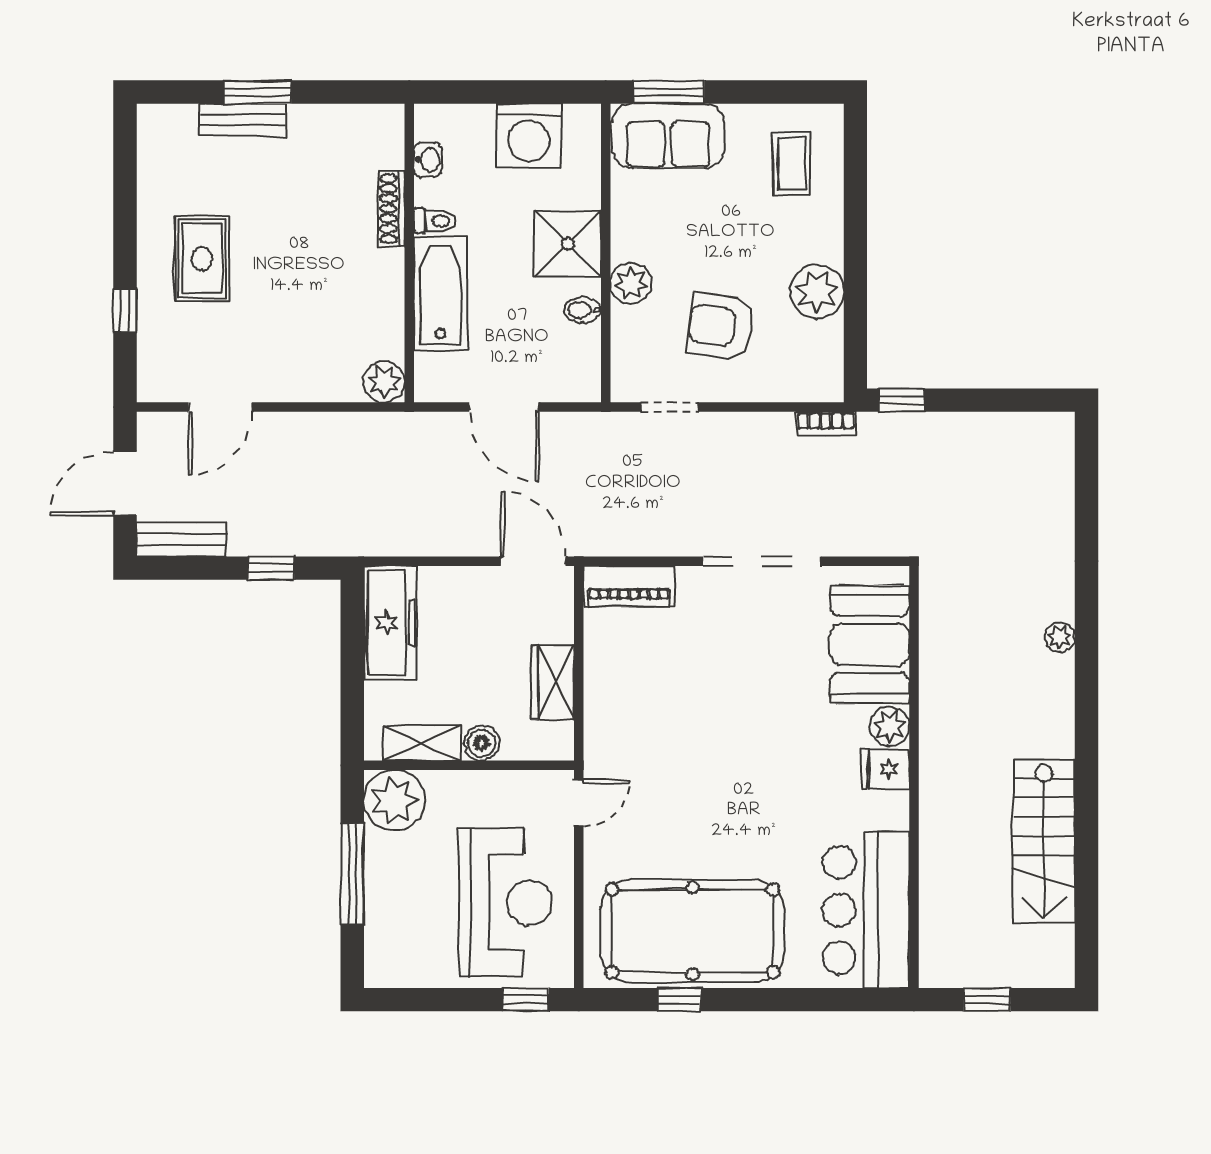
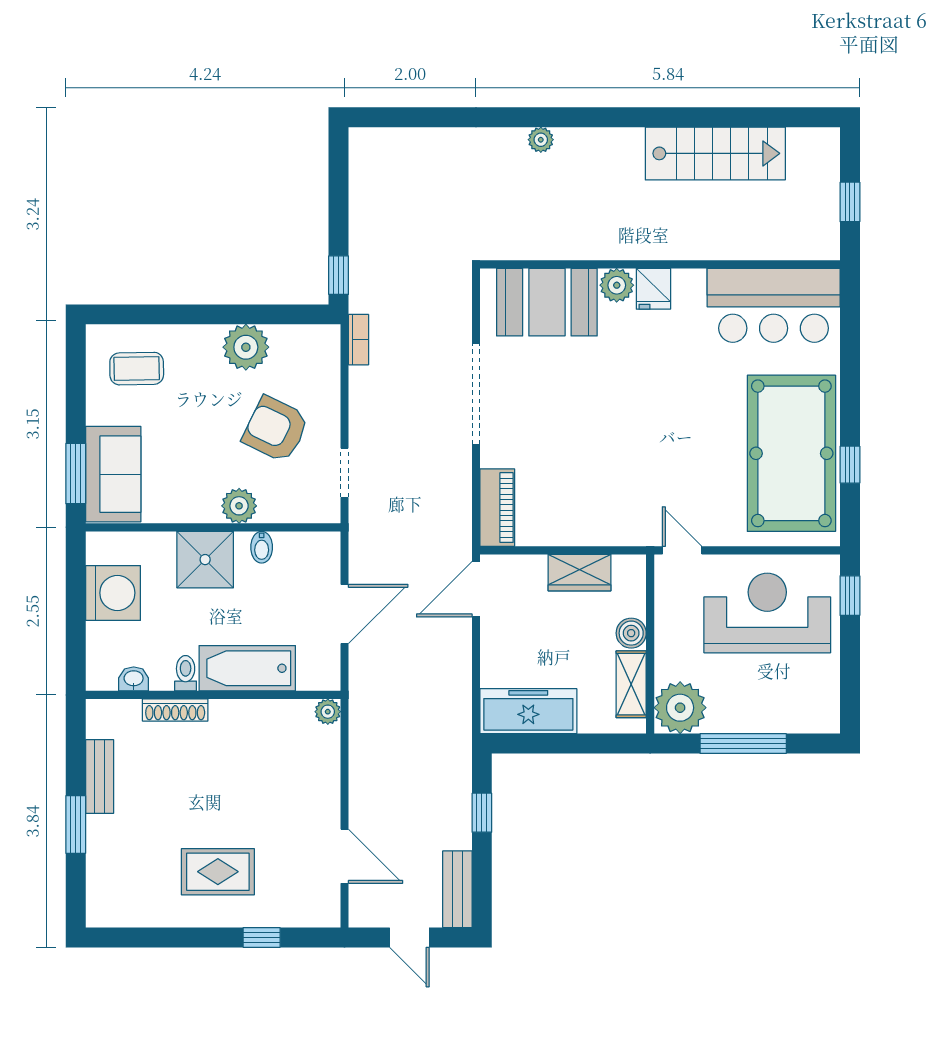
bench: (242, 120) -> (100, 776), moved
armchair: (721, 326) -> (276, 429), turned 108
plant: (384, 382) -> (328, 712), width x0.73, depth x0.73
door: (125, 483) -> (409, 937), width x0.73

